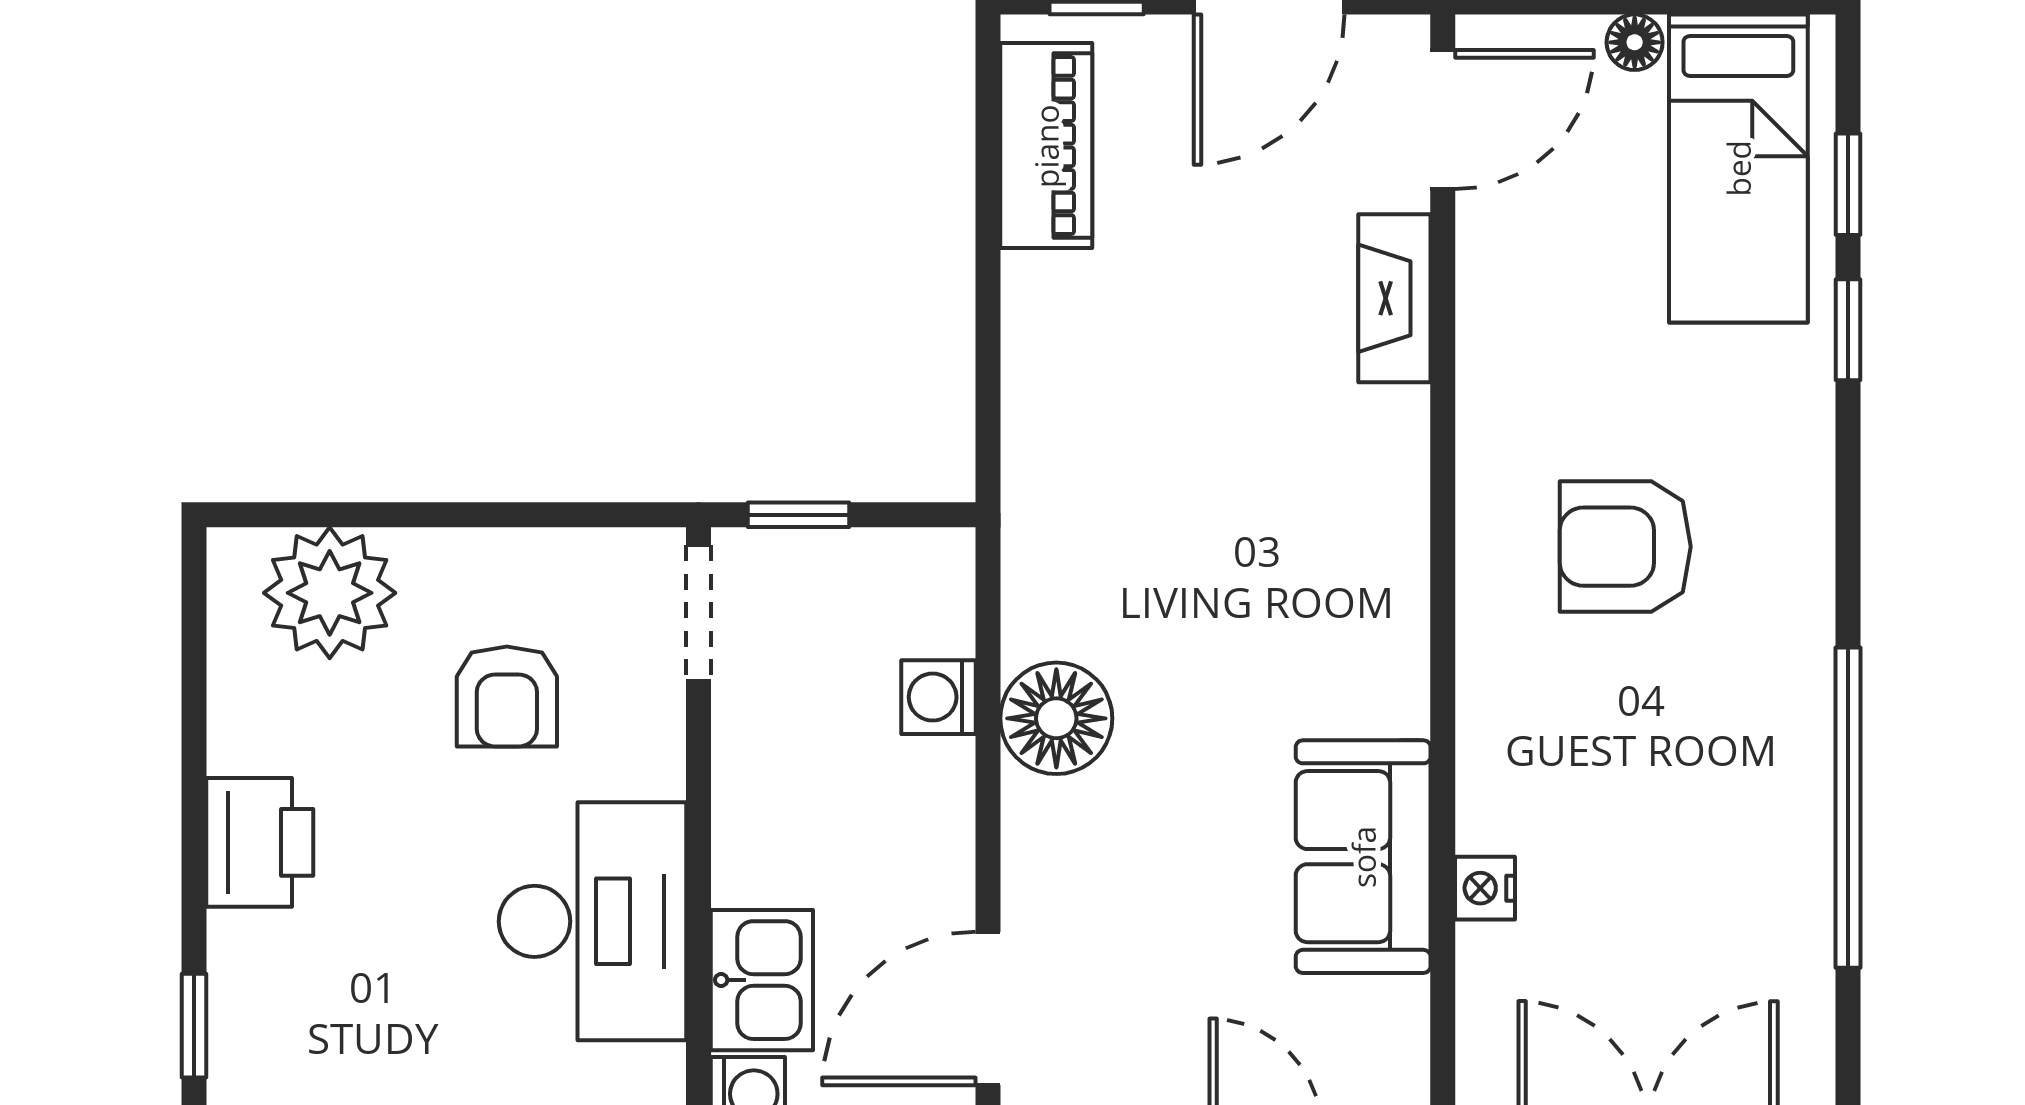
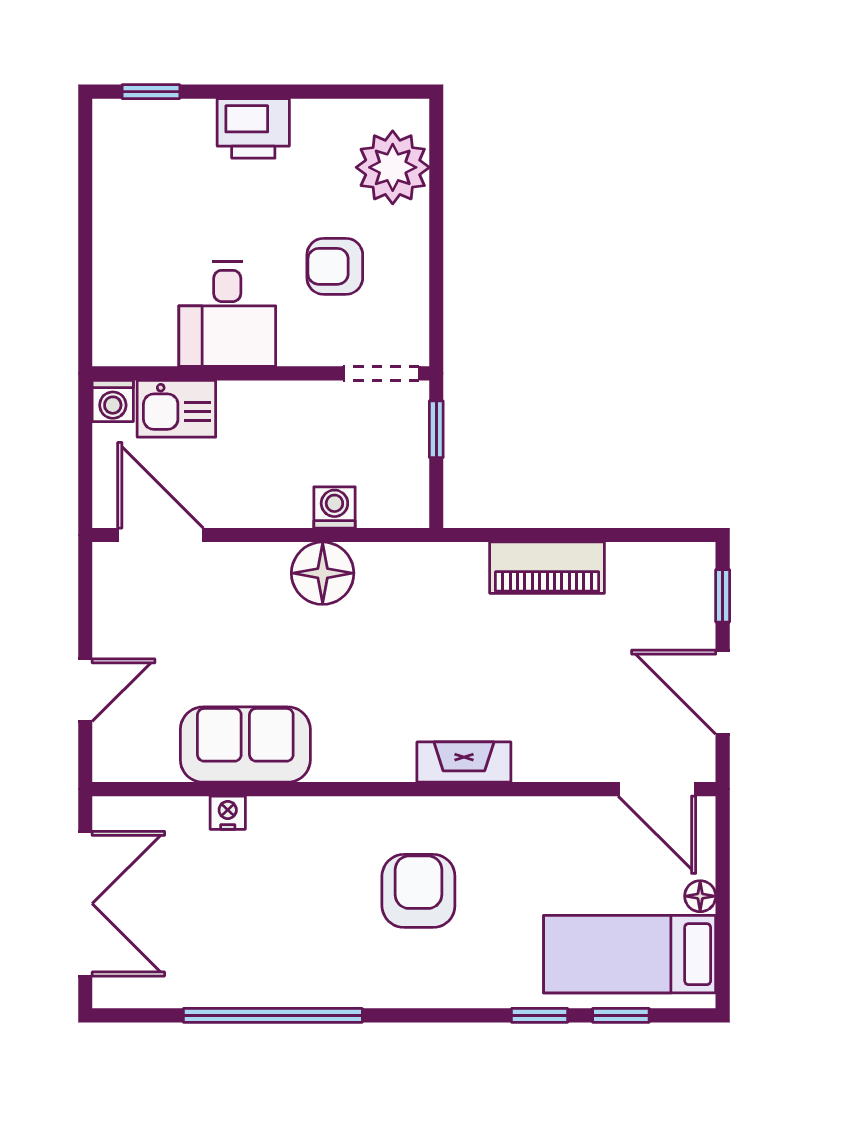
piano: (1046, 146) -> (547, 568), moved
fireplace: (1394, 298) -> (464, 762), moved
desk: (592, 921) -> (227, 314), width x0.73

